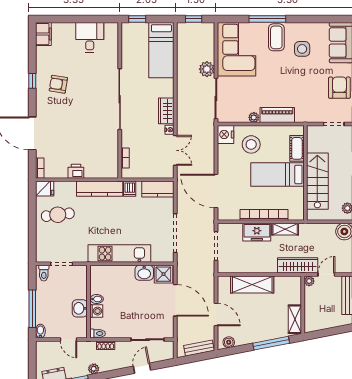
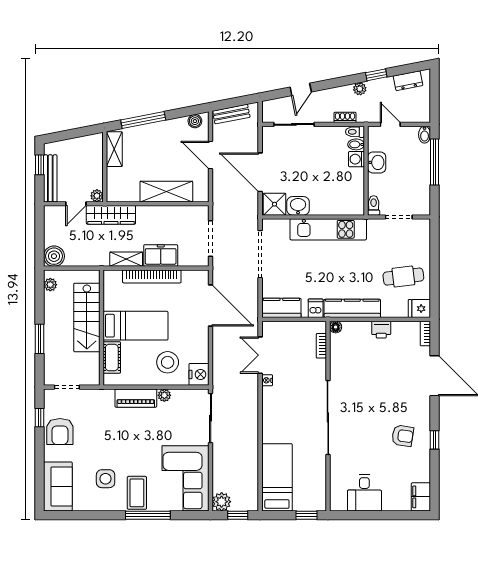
plant: (207, 69) -> (222, 502), moved
wardrobe: (166, 111) -> (271, 403), removed
floor lamp: (113, 173) -> (336, 327), added
toilet: (44, 273) -> (374, 205), moved
bidet: (97, 299) -> (356, 144), moved

